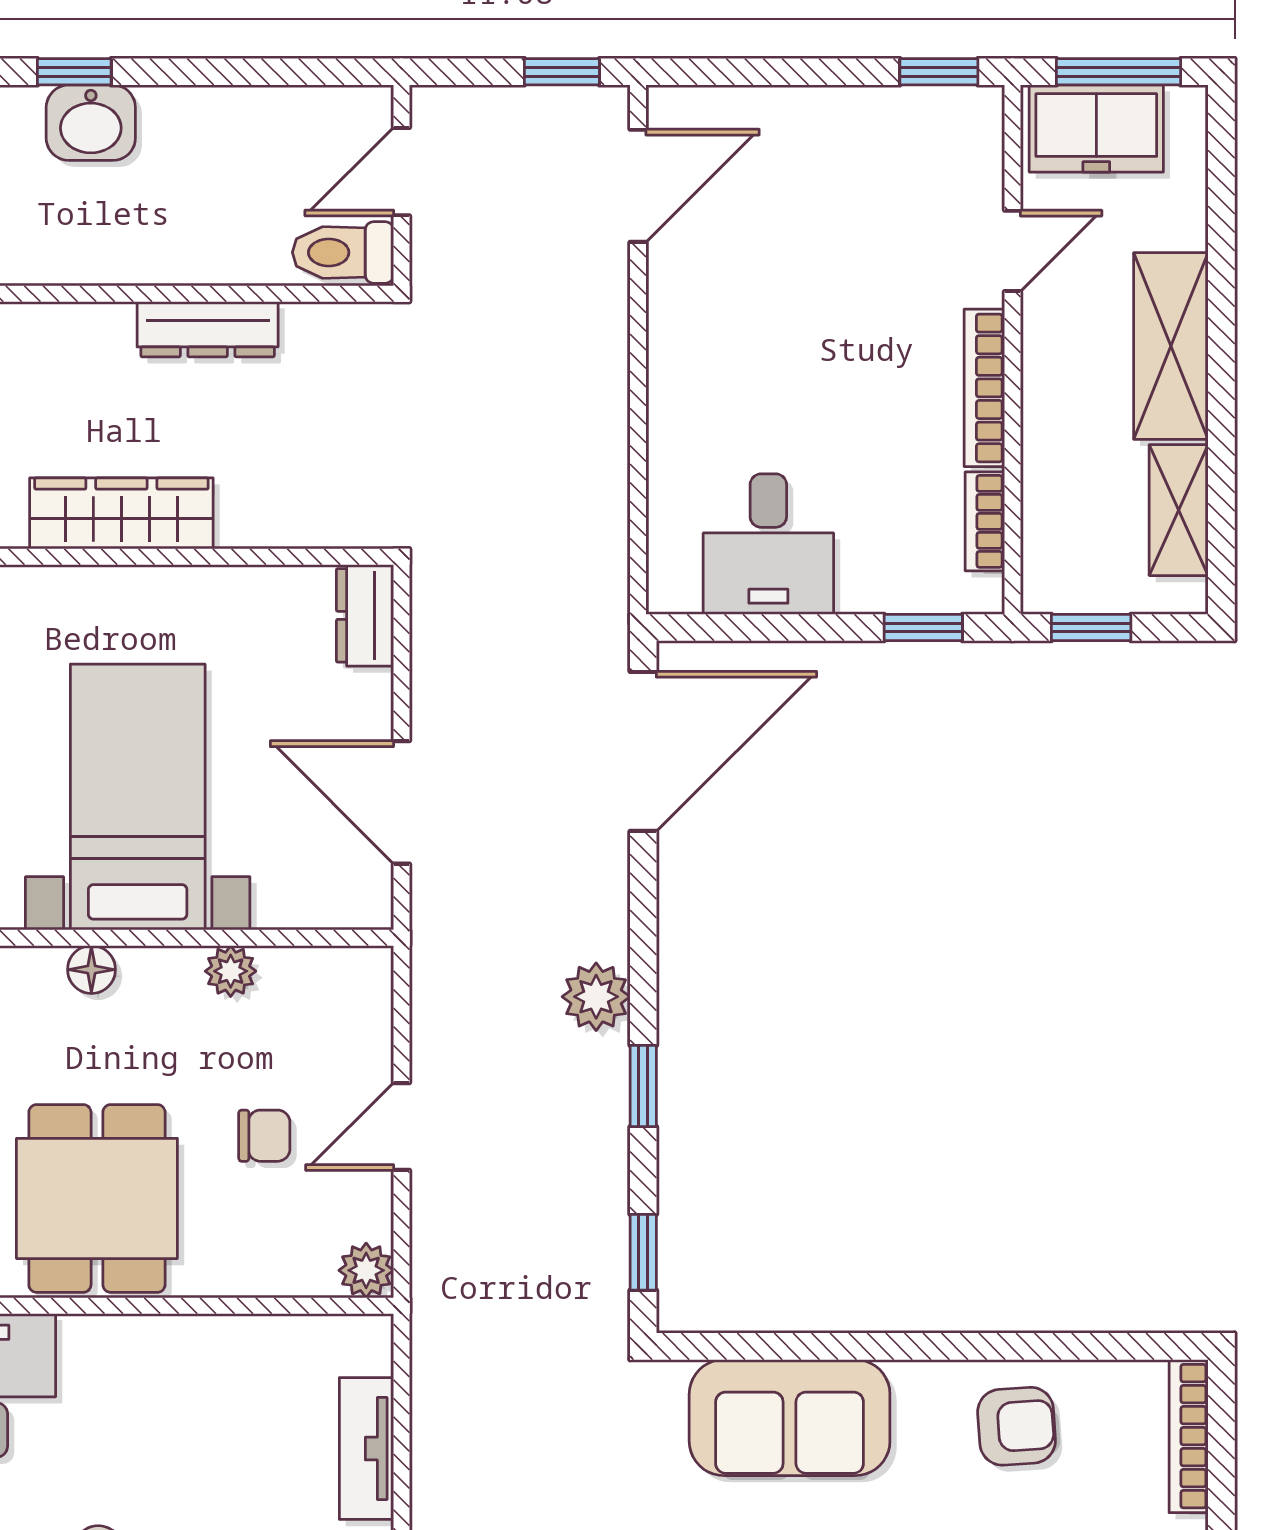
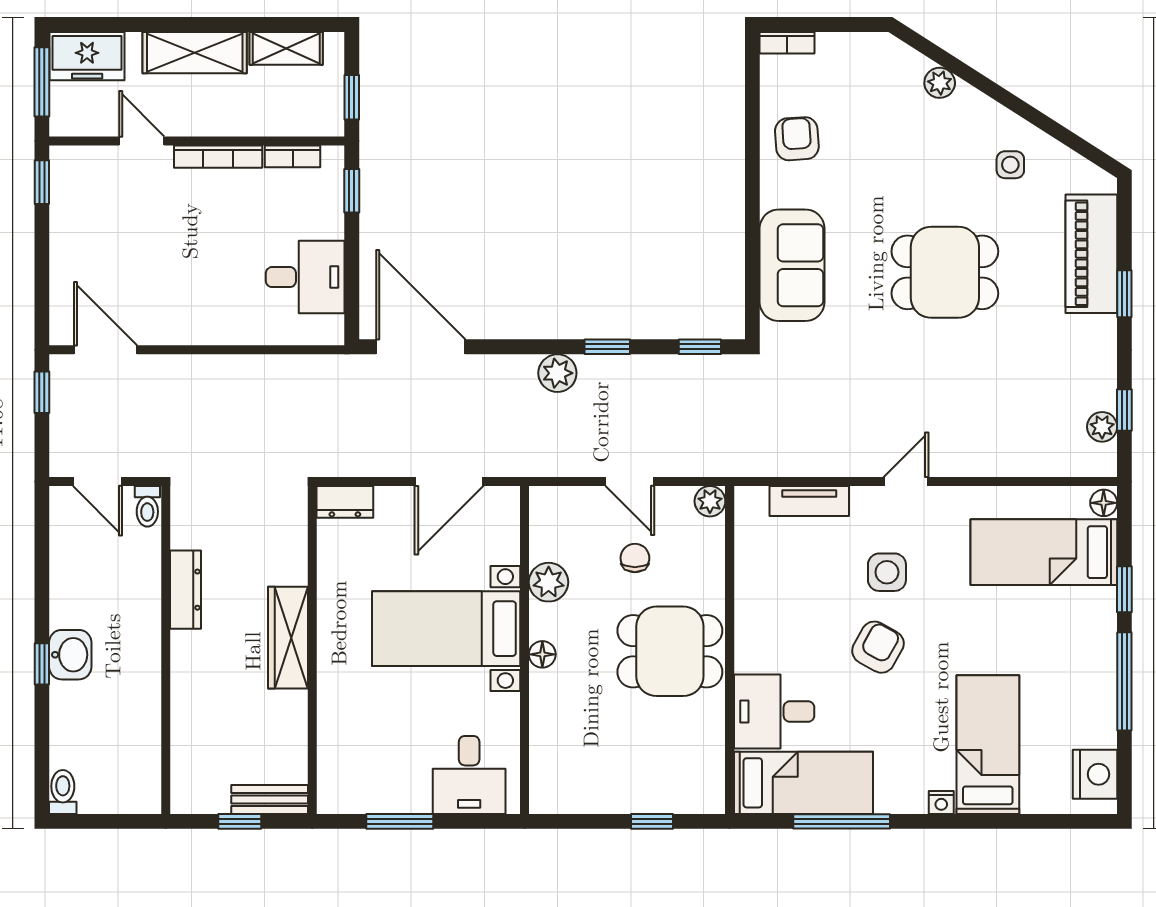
freezer: (1096, 129) -> (87, 56), moved, turned 90
toilet: (343, 252) -> (147, 506), width x0.73, depth x0.72
plant: (231, 971) -> (549, 582), width x1.38, depth x1.38
bookcase: (1189, 1436) -> (787, 43), width x0.64

